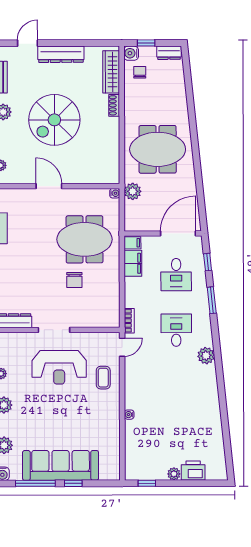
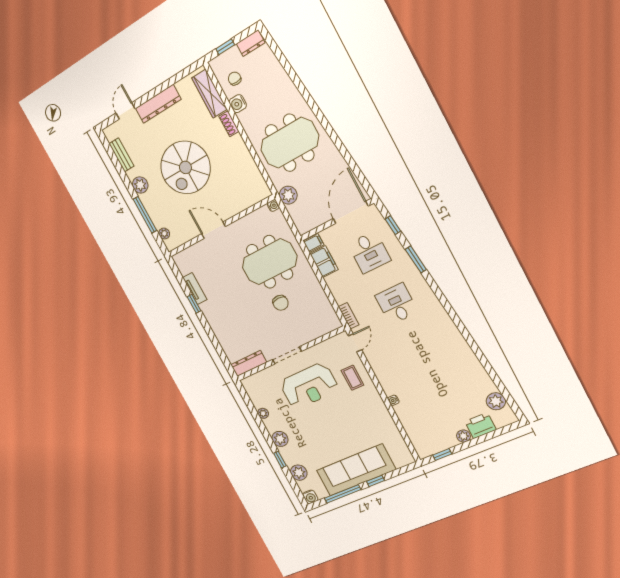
water cooler: (131, 53) -> (238, 104), moved
plant: (206, 356) -> (496, 401), moved

